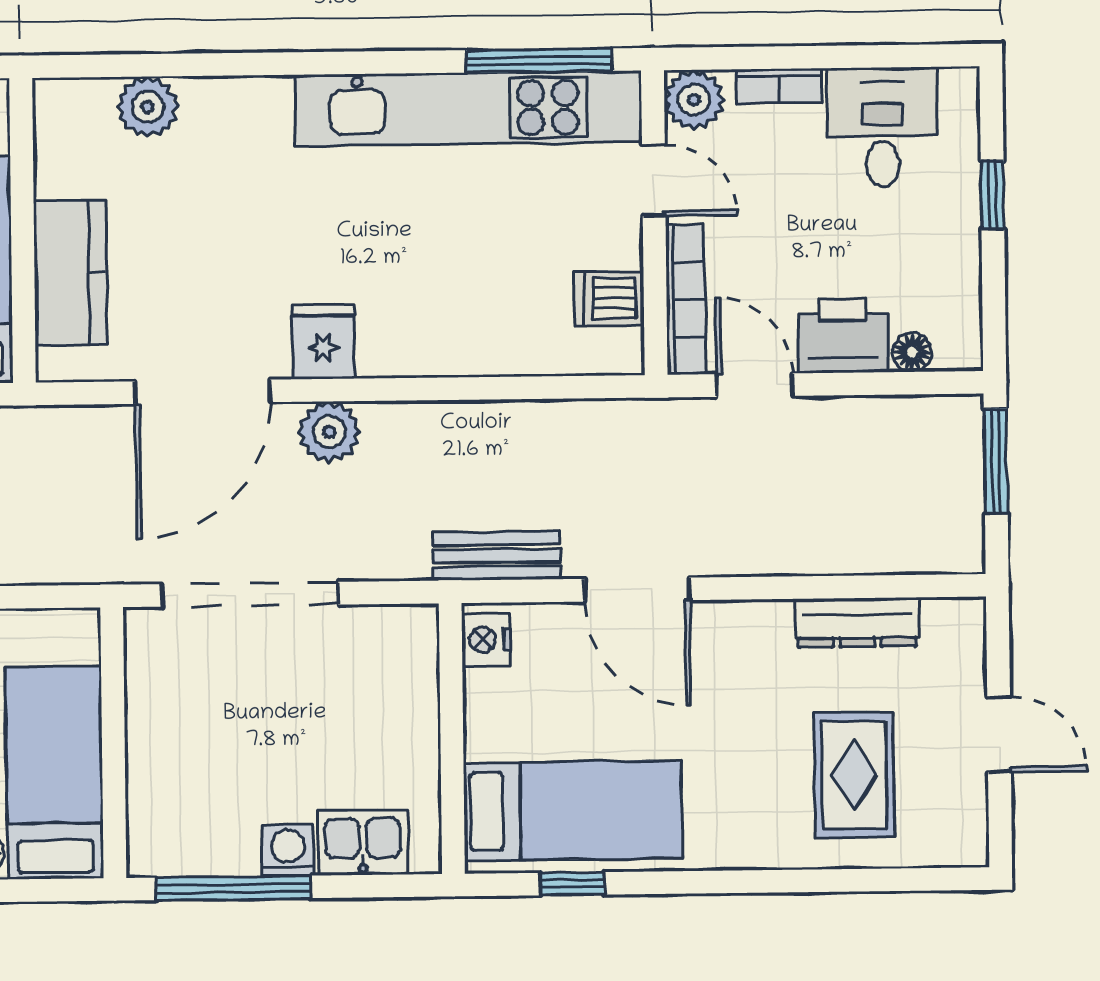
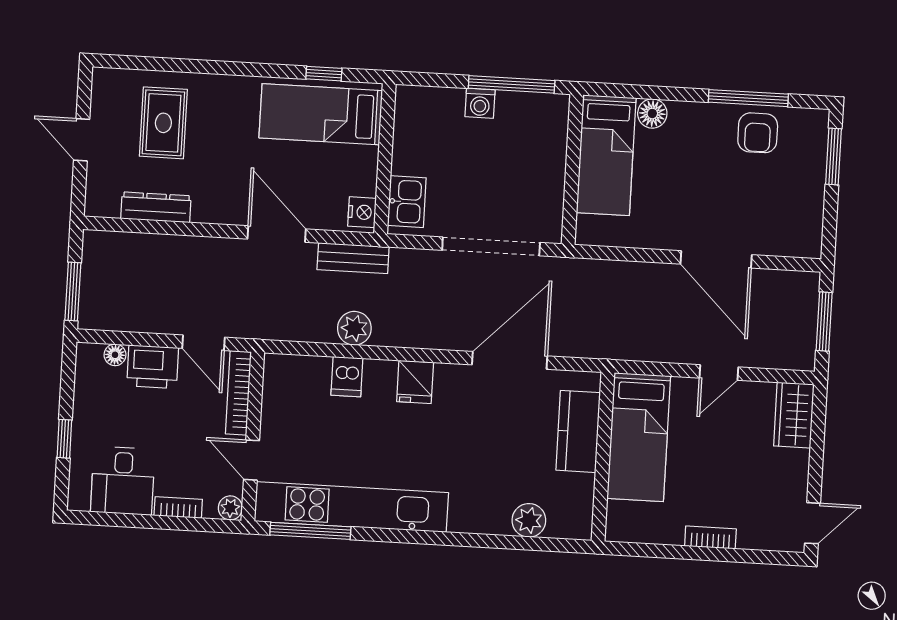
plant: (694, 100) -> (230, 508), width x0.73, depth x0.73
dishwasher: (609, 299) -> (347, 377), moved, turned 90
fridge: (323, 342) -> (415, 382), moved
plant: (329, 432) -> (354, 328), moved
kitchen sink: (363, 843) -> (407, 202), moved, turned -90

